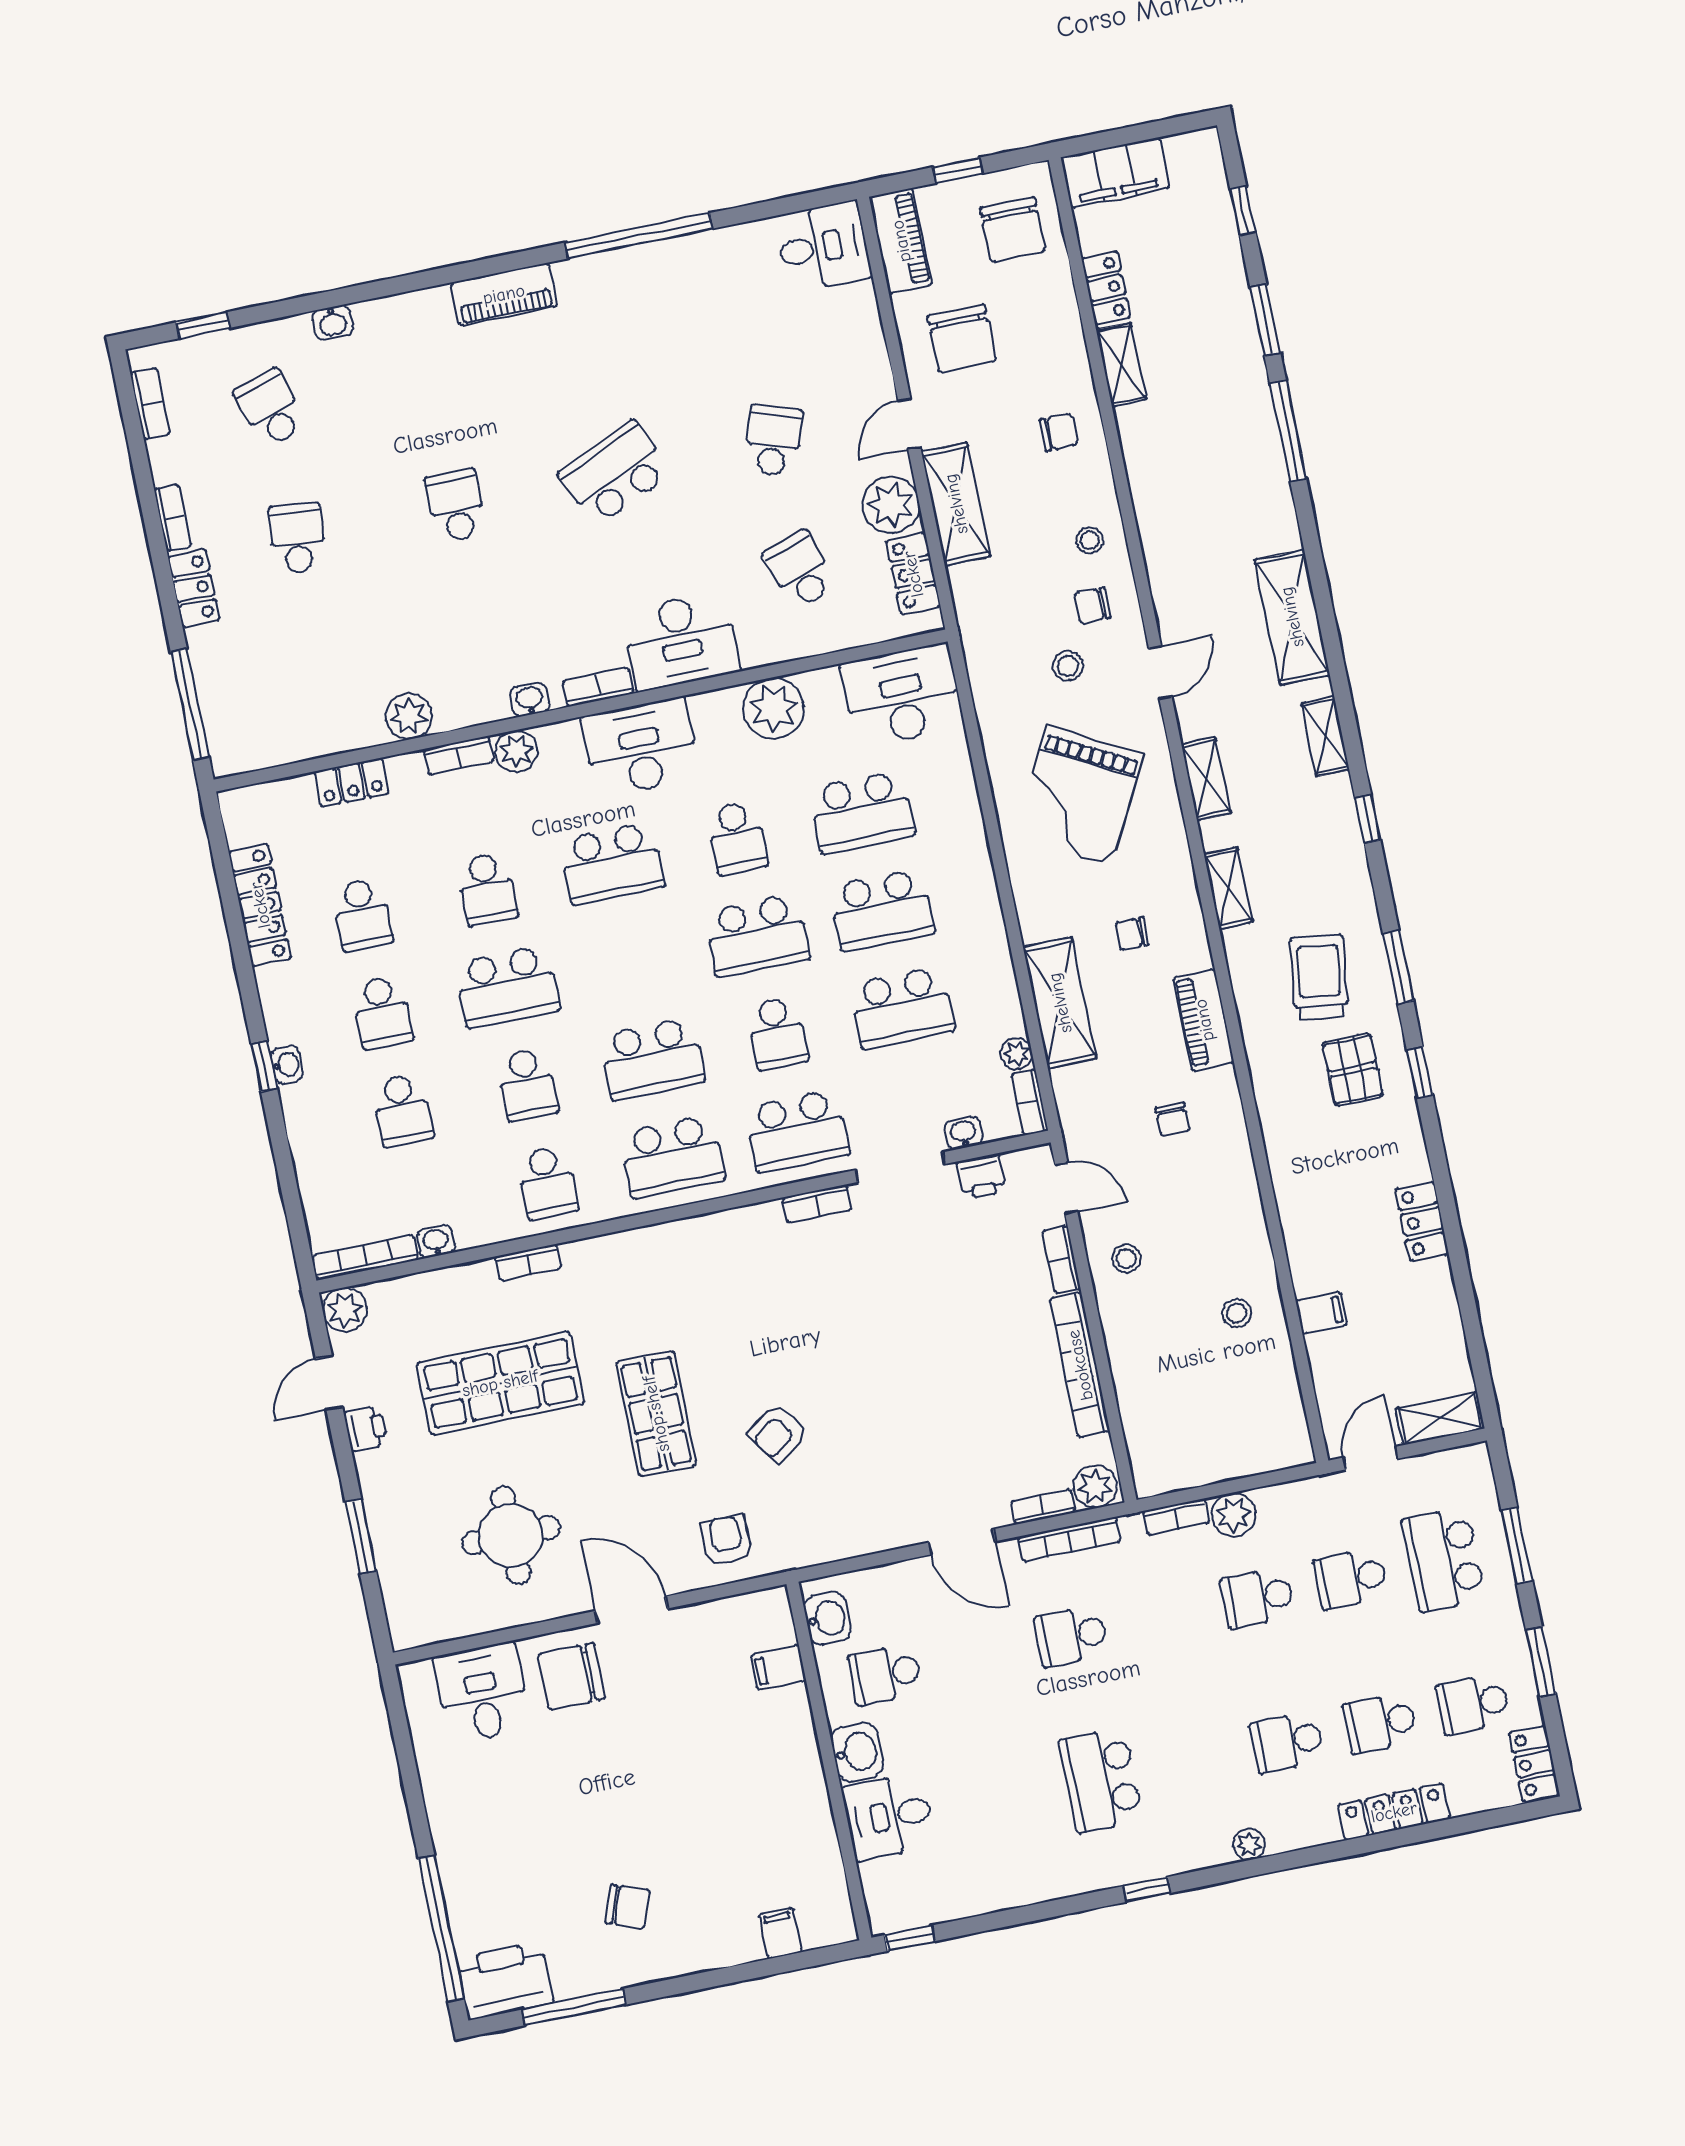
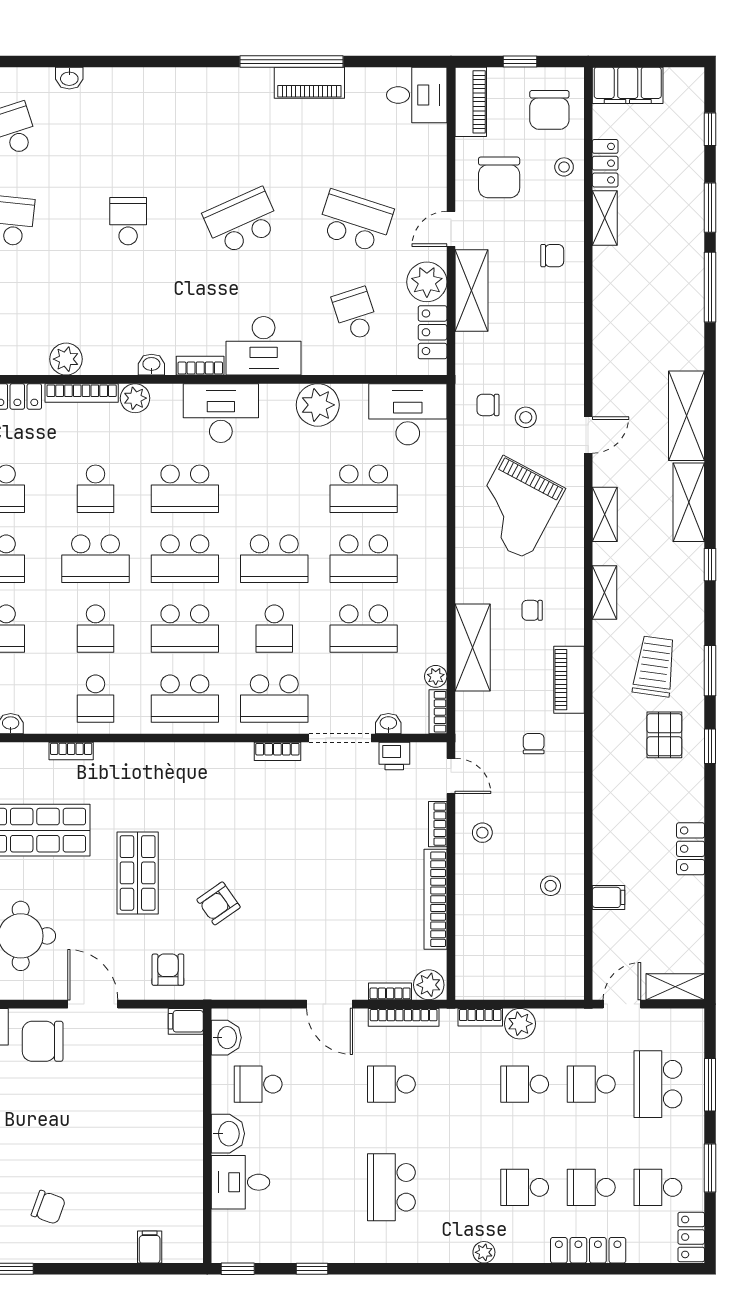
piano: (504, 294) -> (309, 83), moved
school desk: (773, 441) -> (355, 221), width x1.85
stool: (1090, 540) -> (564, 167), moved
chair: (1093, 605) -> (488, 405), moved
shelving: (1325, 736) -> (689, 502), width x1.50, depth x1.33
bookcase: (459, 755) -> (82, 393), width x1.56
school desk: (737, 838) -> (185, 559), moved, width x1.85
chair: (1173, 1119) -> (534, 744), turned 180
filing cabinet: (778, 1668) -> (186, 1021), moved
window: (1147, 1889) -> (312, 1269), moved

